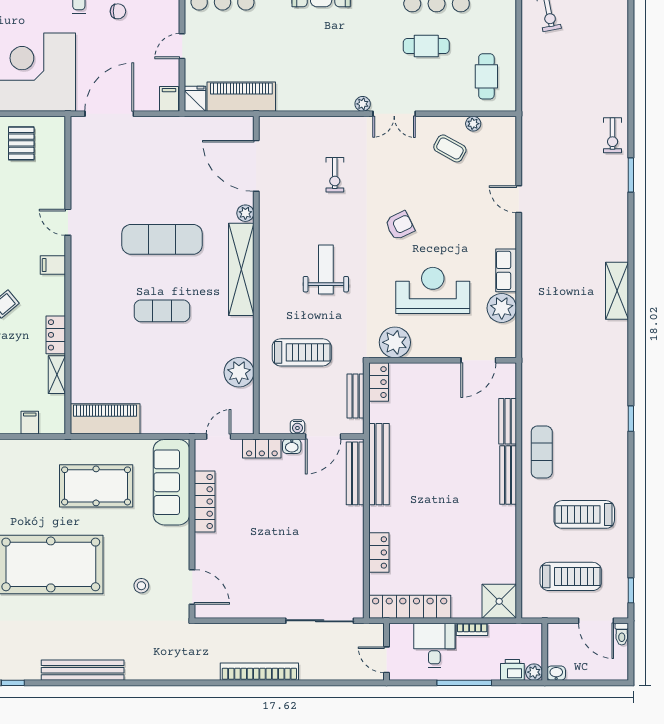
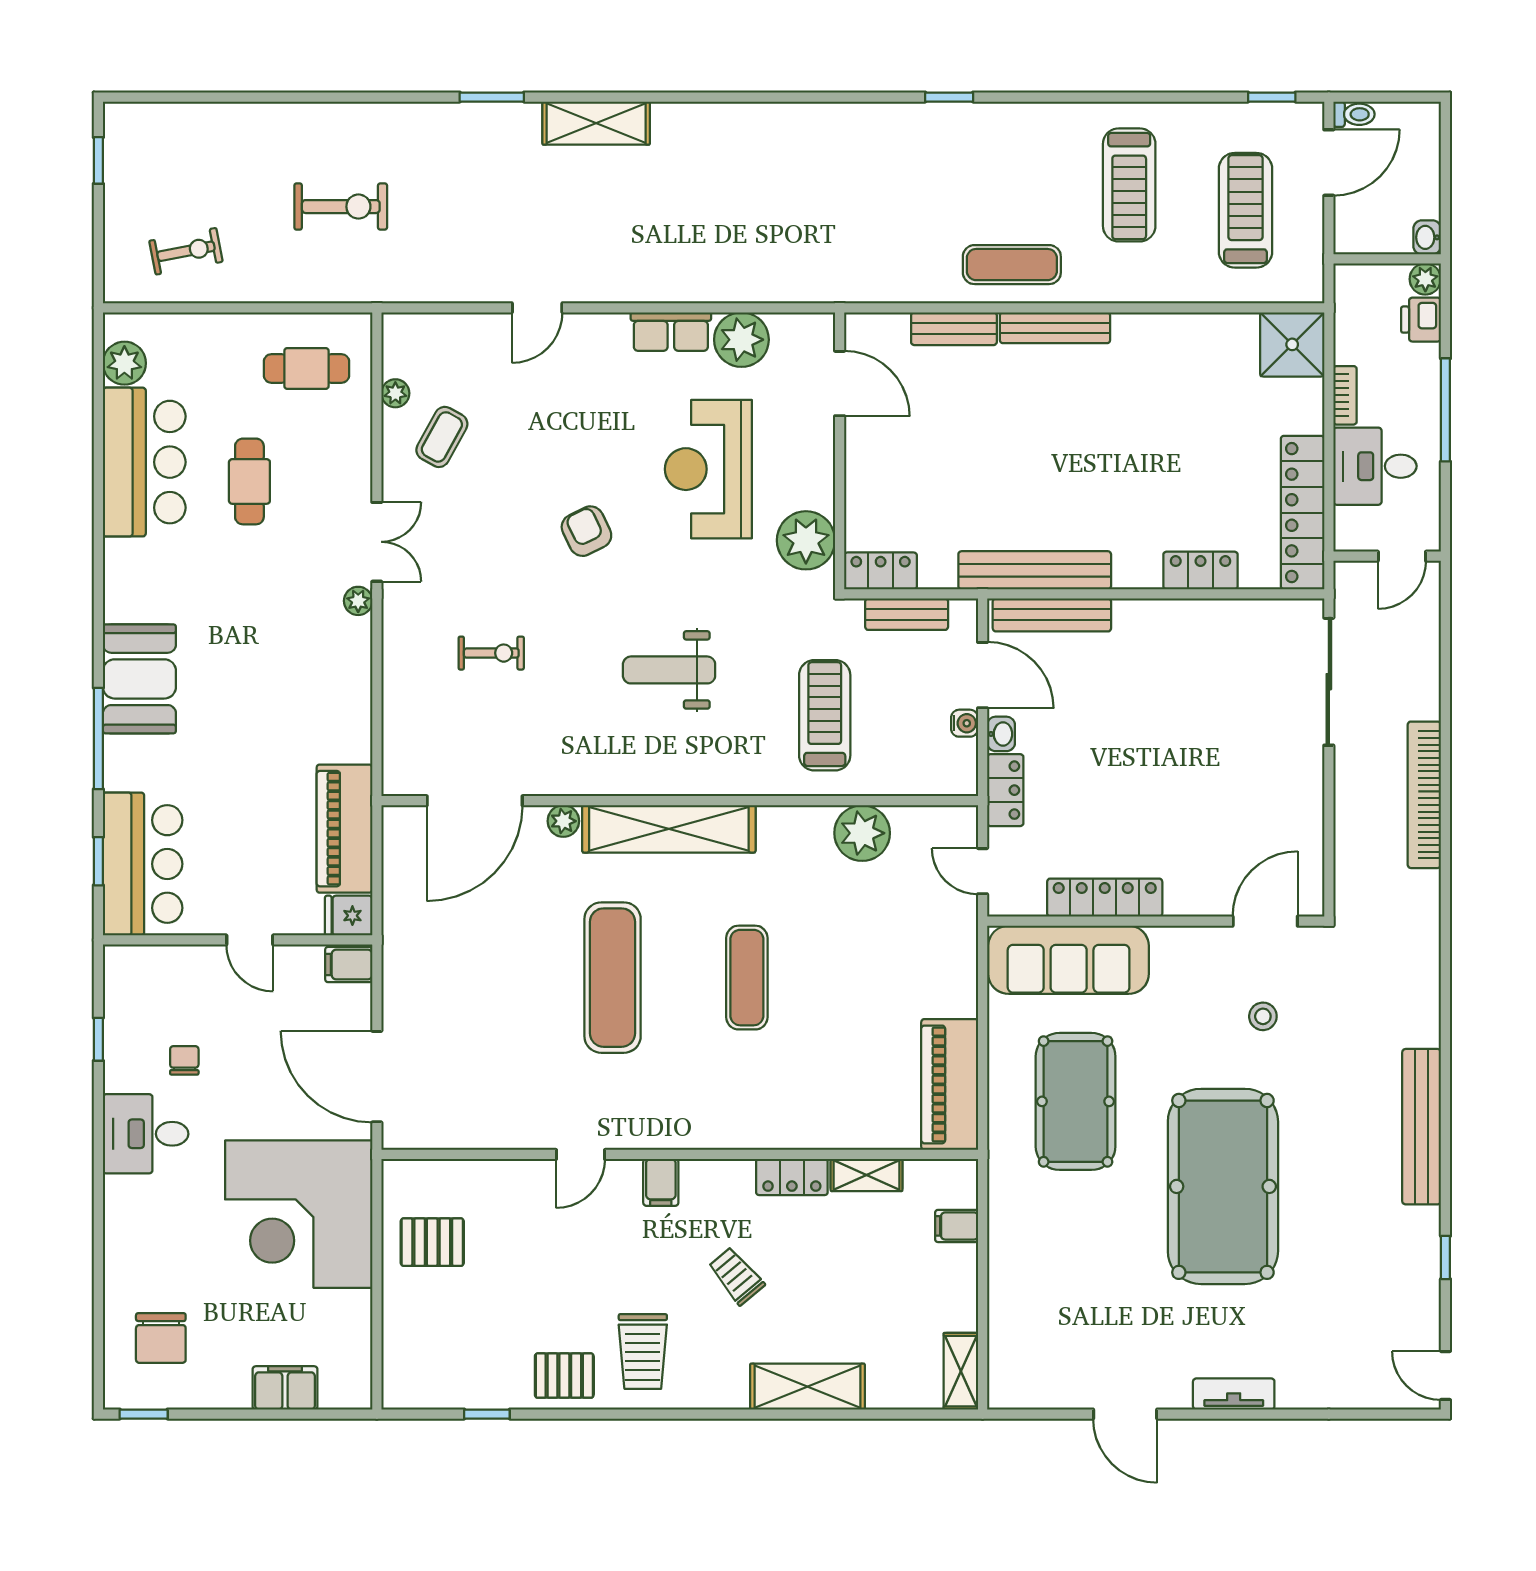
exercise bike: (613, 135) -> (341, 207), moved, width x1.38, depth x1.39
shelving: (617, 291) -> (596, 123), moved

